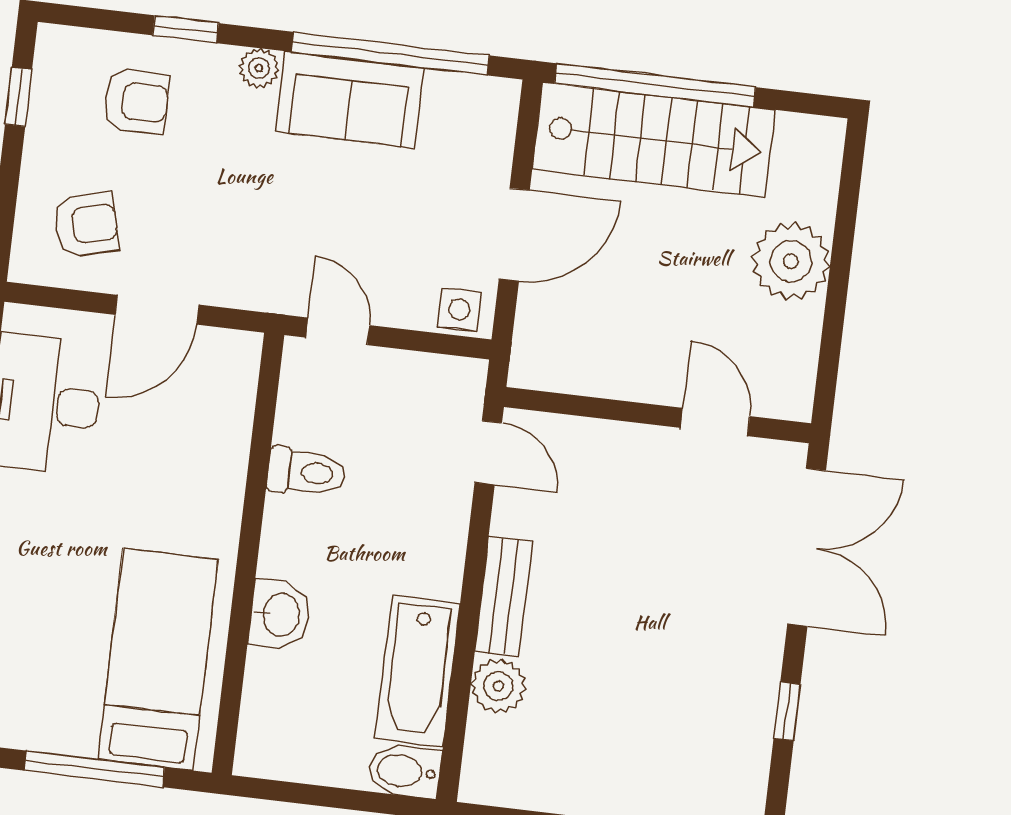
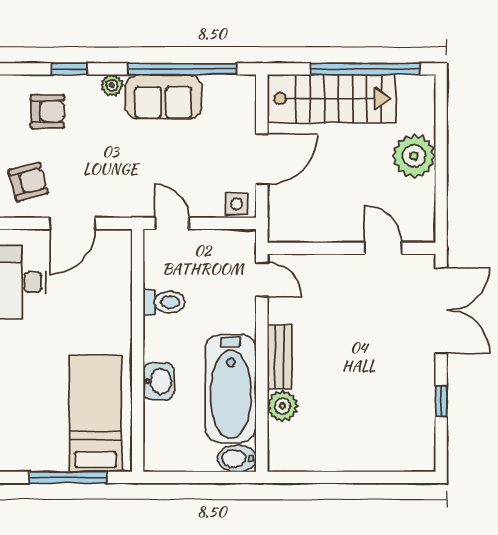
window: (655, 85) -> (366, 69), moved
bathtub: (418, 671) -> (231, 389), width x1.36, depth x1.36

